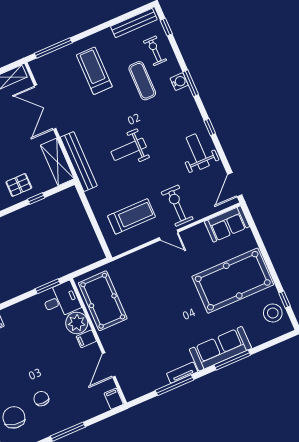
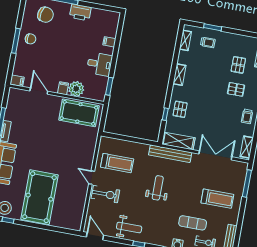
treadmill: (132, 216) -> (117, 163), turned -90
sofa: (227, 224) -> (75, 216), removed
door: (169, 235) -> (92, 178), hinge flipped
desk: (61, 300) -> (99, 64), moved, turned -90
chair: (41, 399) -> (30, 39), moved

